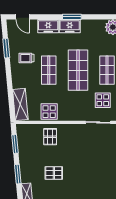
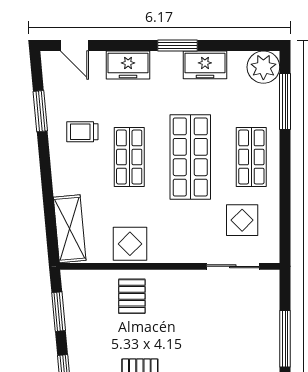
freezer: (70, 26) -> (205, 65), moved

